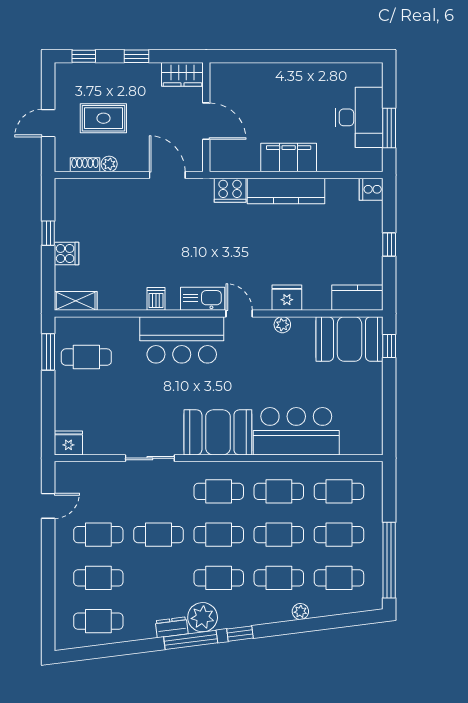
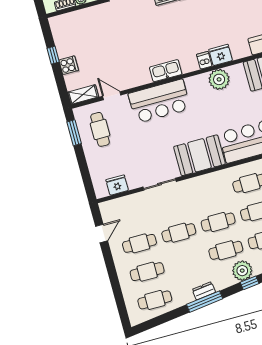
dishwasher: (156, 299) -> (204, 60), moved
door: (239, 313) -> (112, 96), moved
plant: (282, 325) -> (219, 79), width x1.88, depth x1.88
cafe table: (86, 357) -> (100, 129), turned 90
fridge: (68, 443) -> (117, 185), moved
cafe table: (219, 491) -> (210, 194), removed
plant: (203, 617) -> (242, 271), moved
window: (191, 640) -> (205, 302), moved

